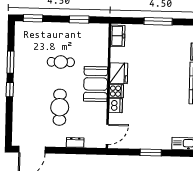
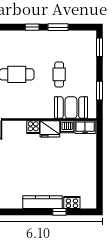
window: (158, 21) -> (100, 165), removed
booth: (96, 84) -> (71, 108), moved
dishwasher: (116, 106) -> (67, 127), moved

